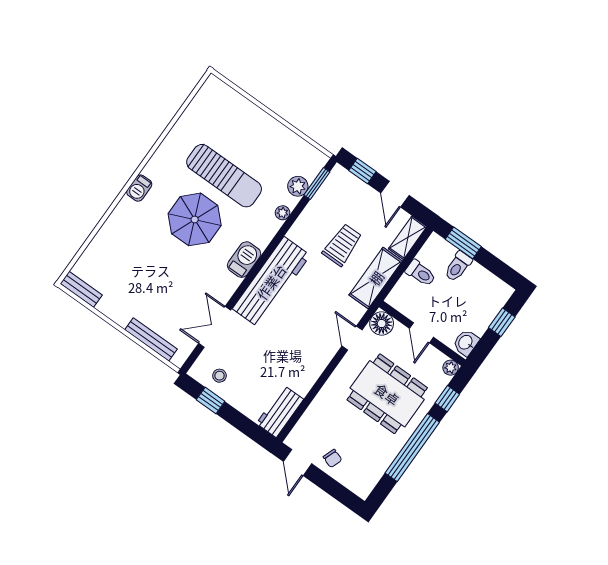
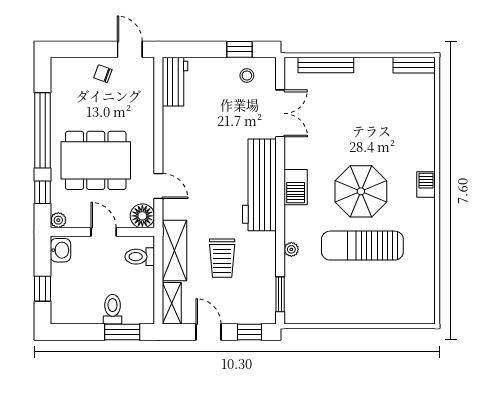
plant: (298, 186) -> (294, 281), removed
toilet: (421, 273) -> (140, 257), moved

